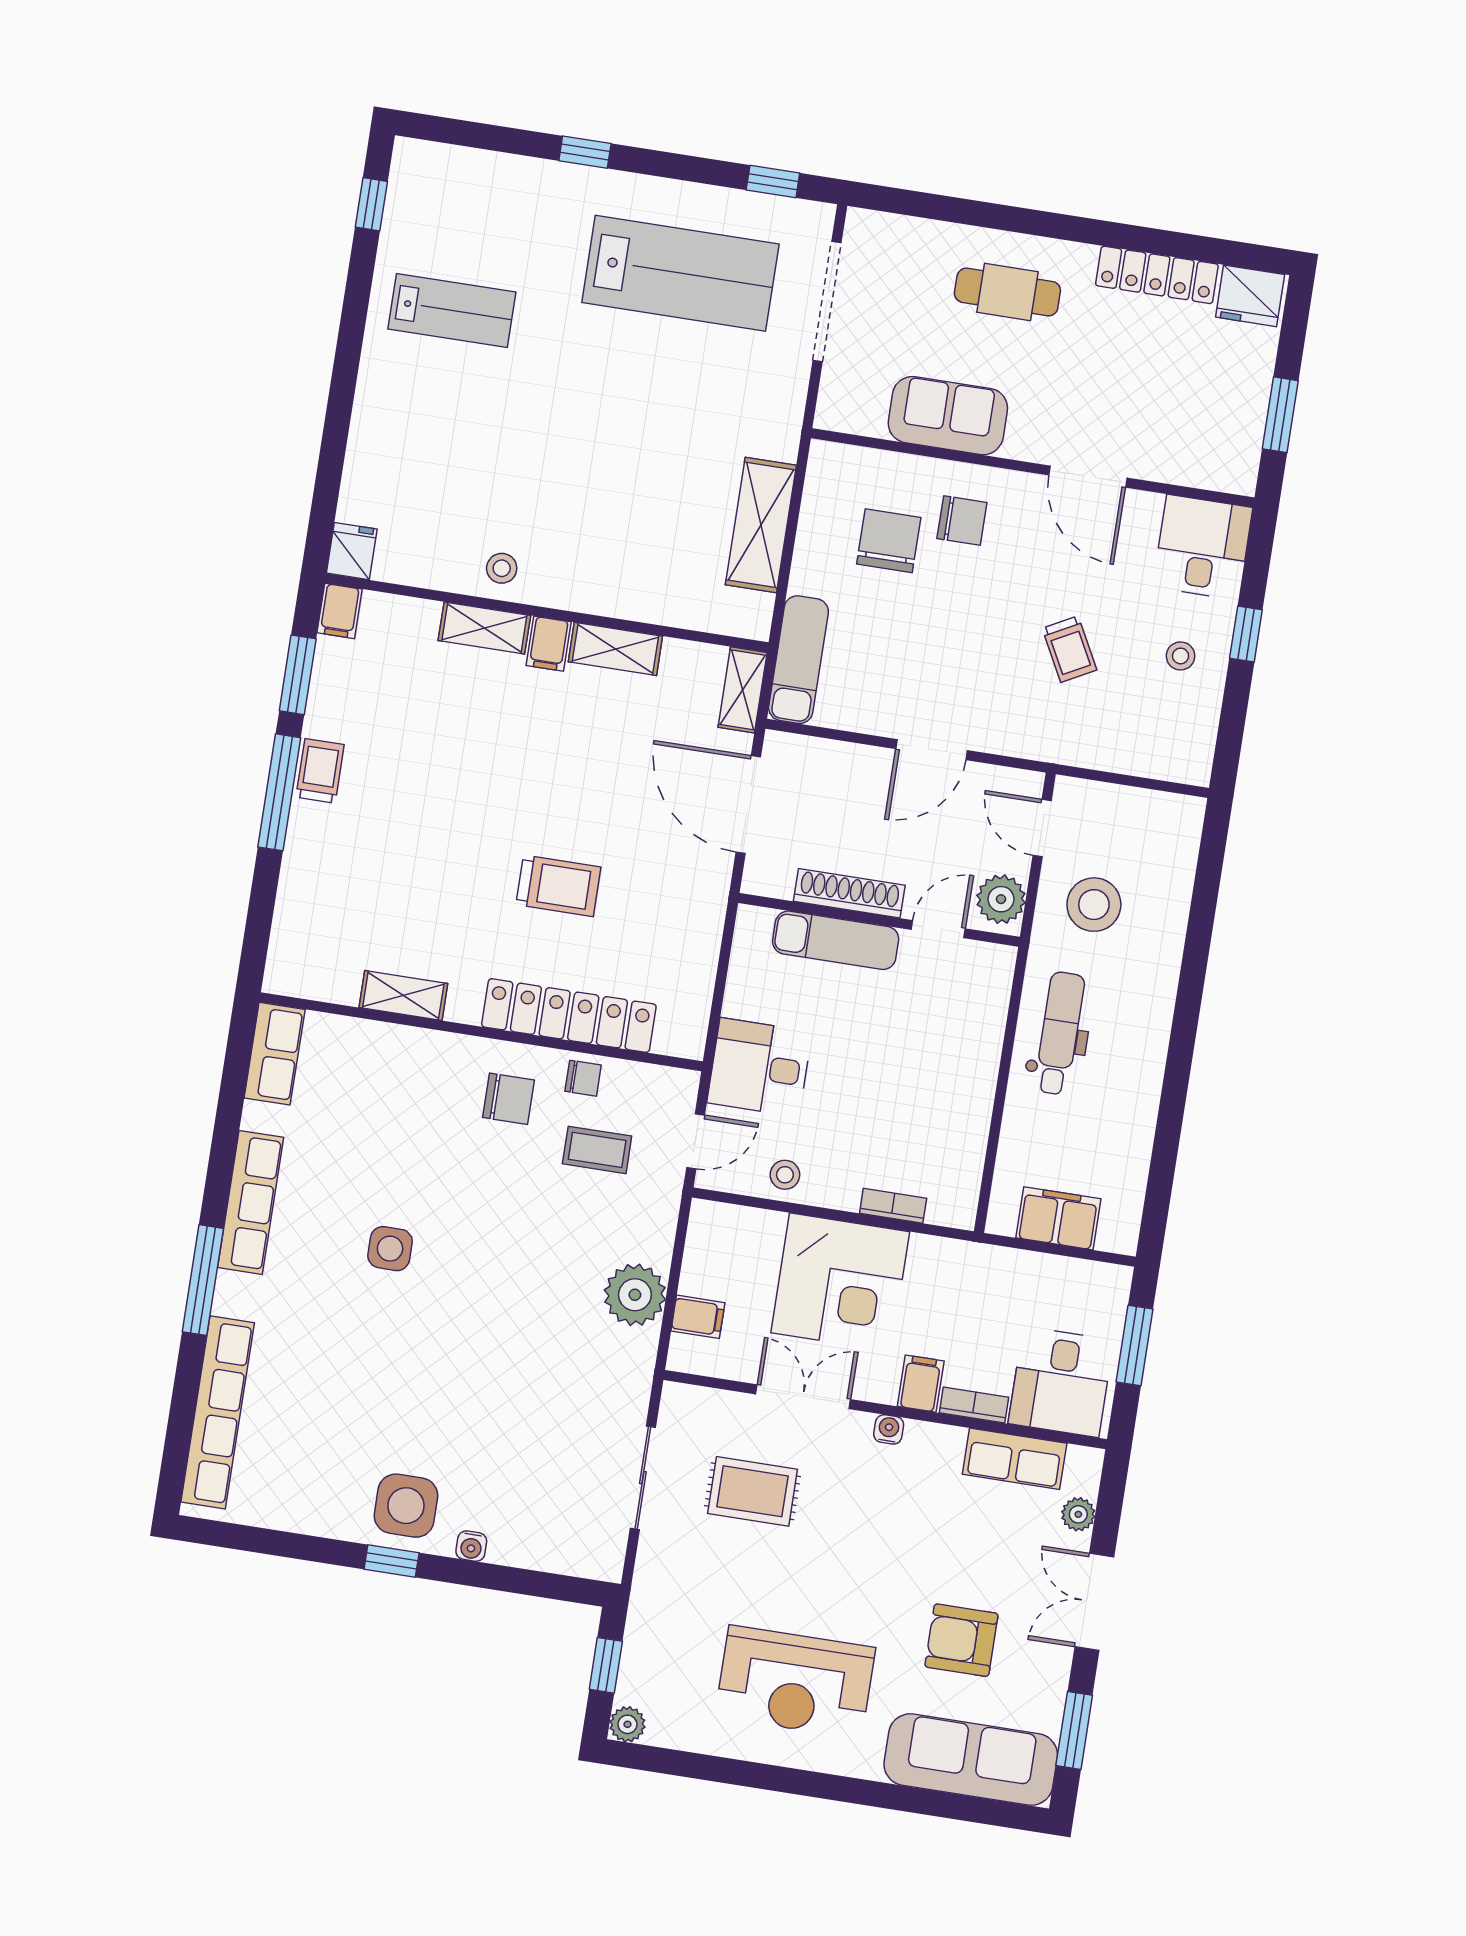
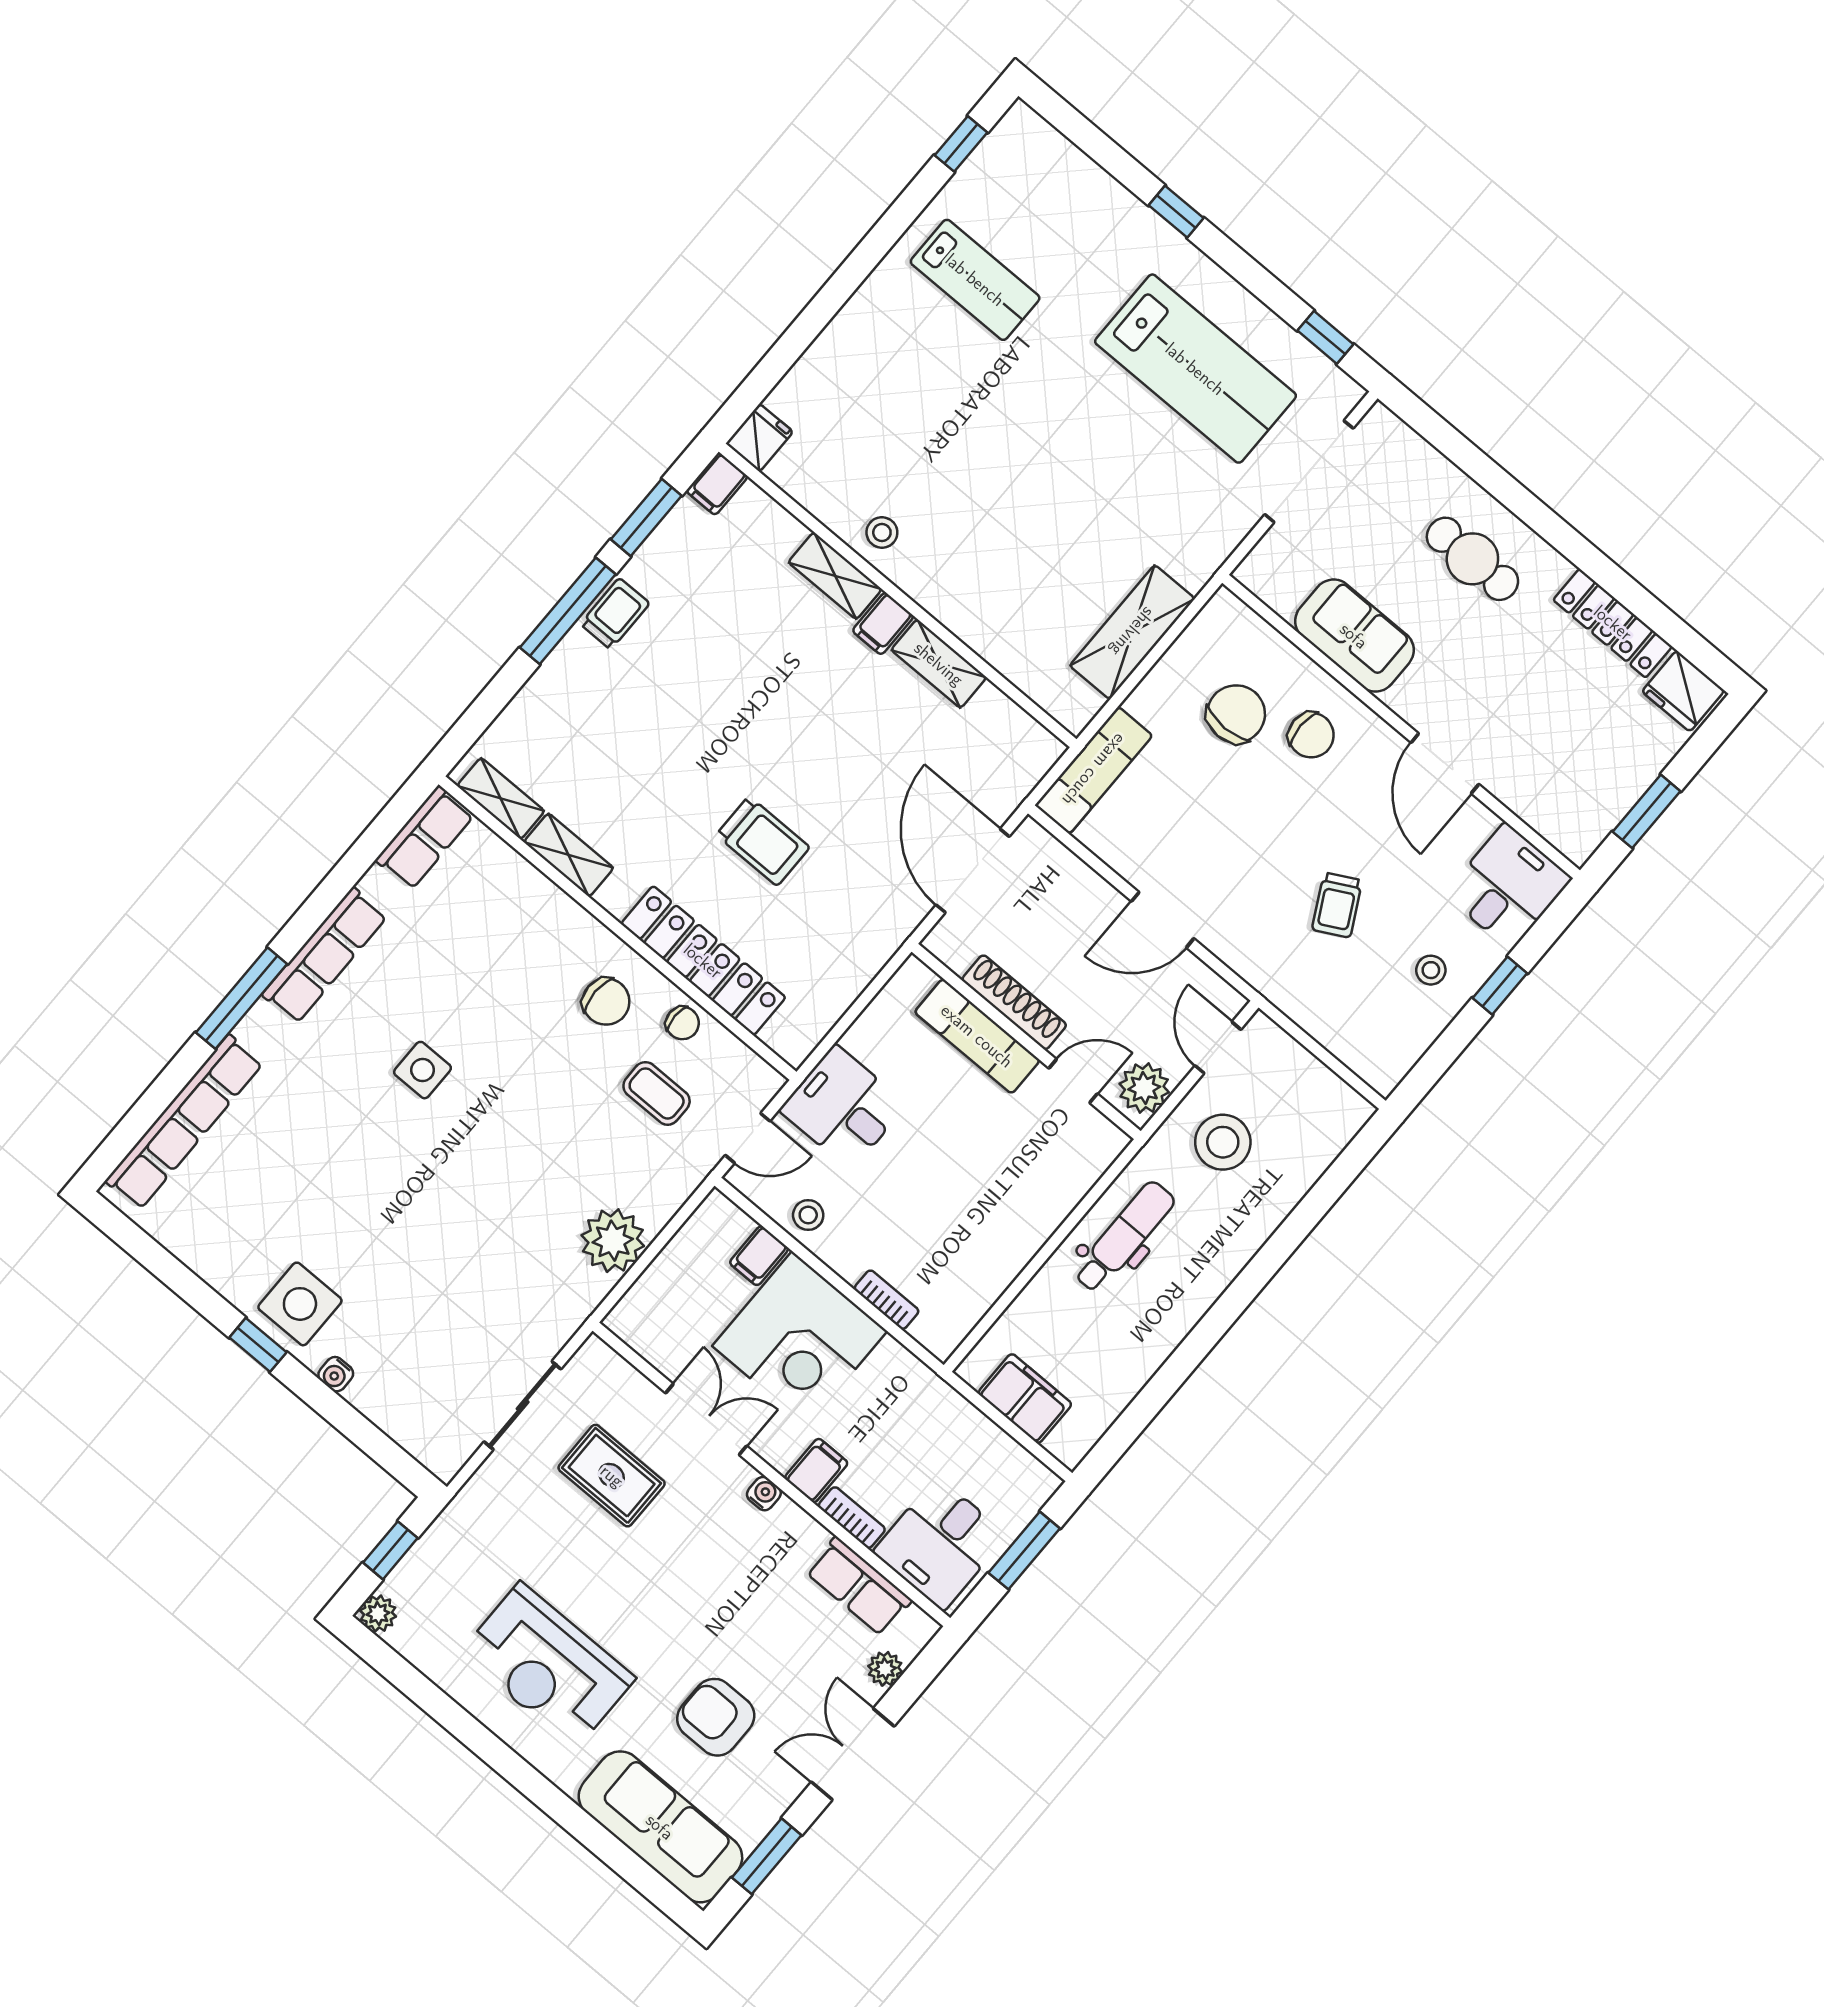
shelving: (743, 690) -> (501, 798), moved, turned 90
filing cabinet: (698, 1317) -> (759, 1256), moved, turned 90

